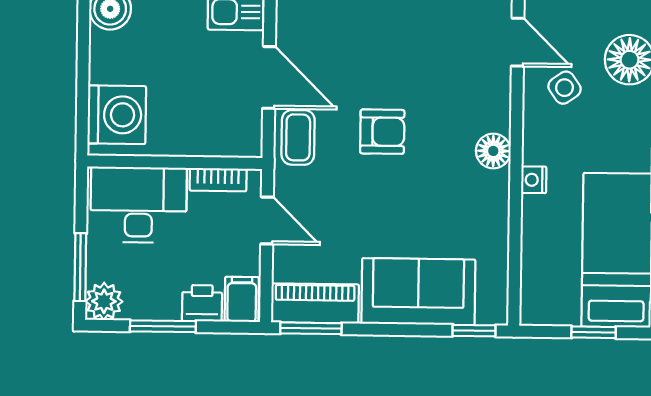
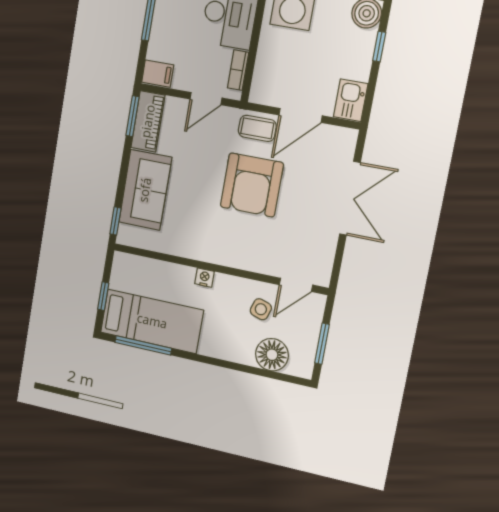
side table: (565, 88) -> (261, 309), turned -38
armchair: (382, 132) -> (252, 185), width x1.88, depth x1.88
floor lamp: (493, 151) -> (227, 255), removed
printer: (202, 303) -> (159, 47), removed

